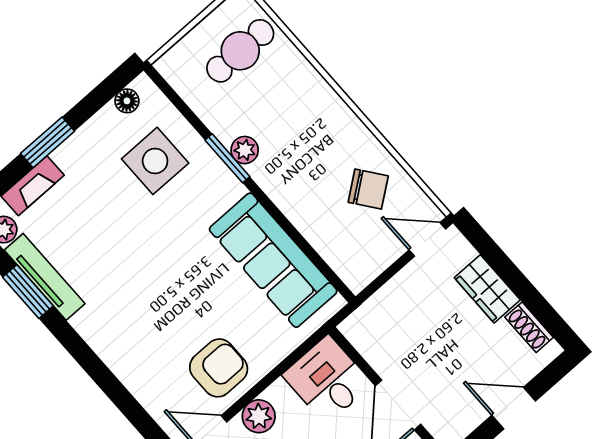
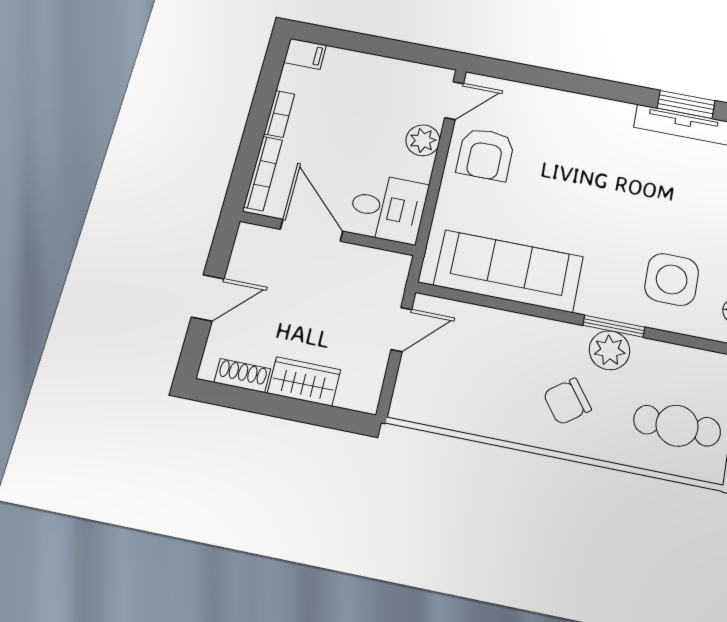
cafe table: (240, 51) -> (677, 426), turned 90
plant: (245, 150) -> (610, 350), width x1.38, depth x1.38
chair: (368, 189) -> (567, 401), moved
door: (427, 239) -> (401, 330), moved

